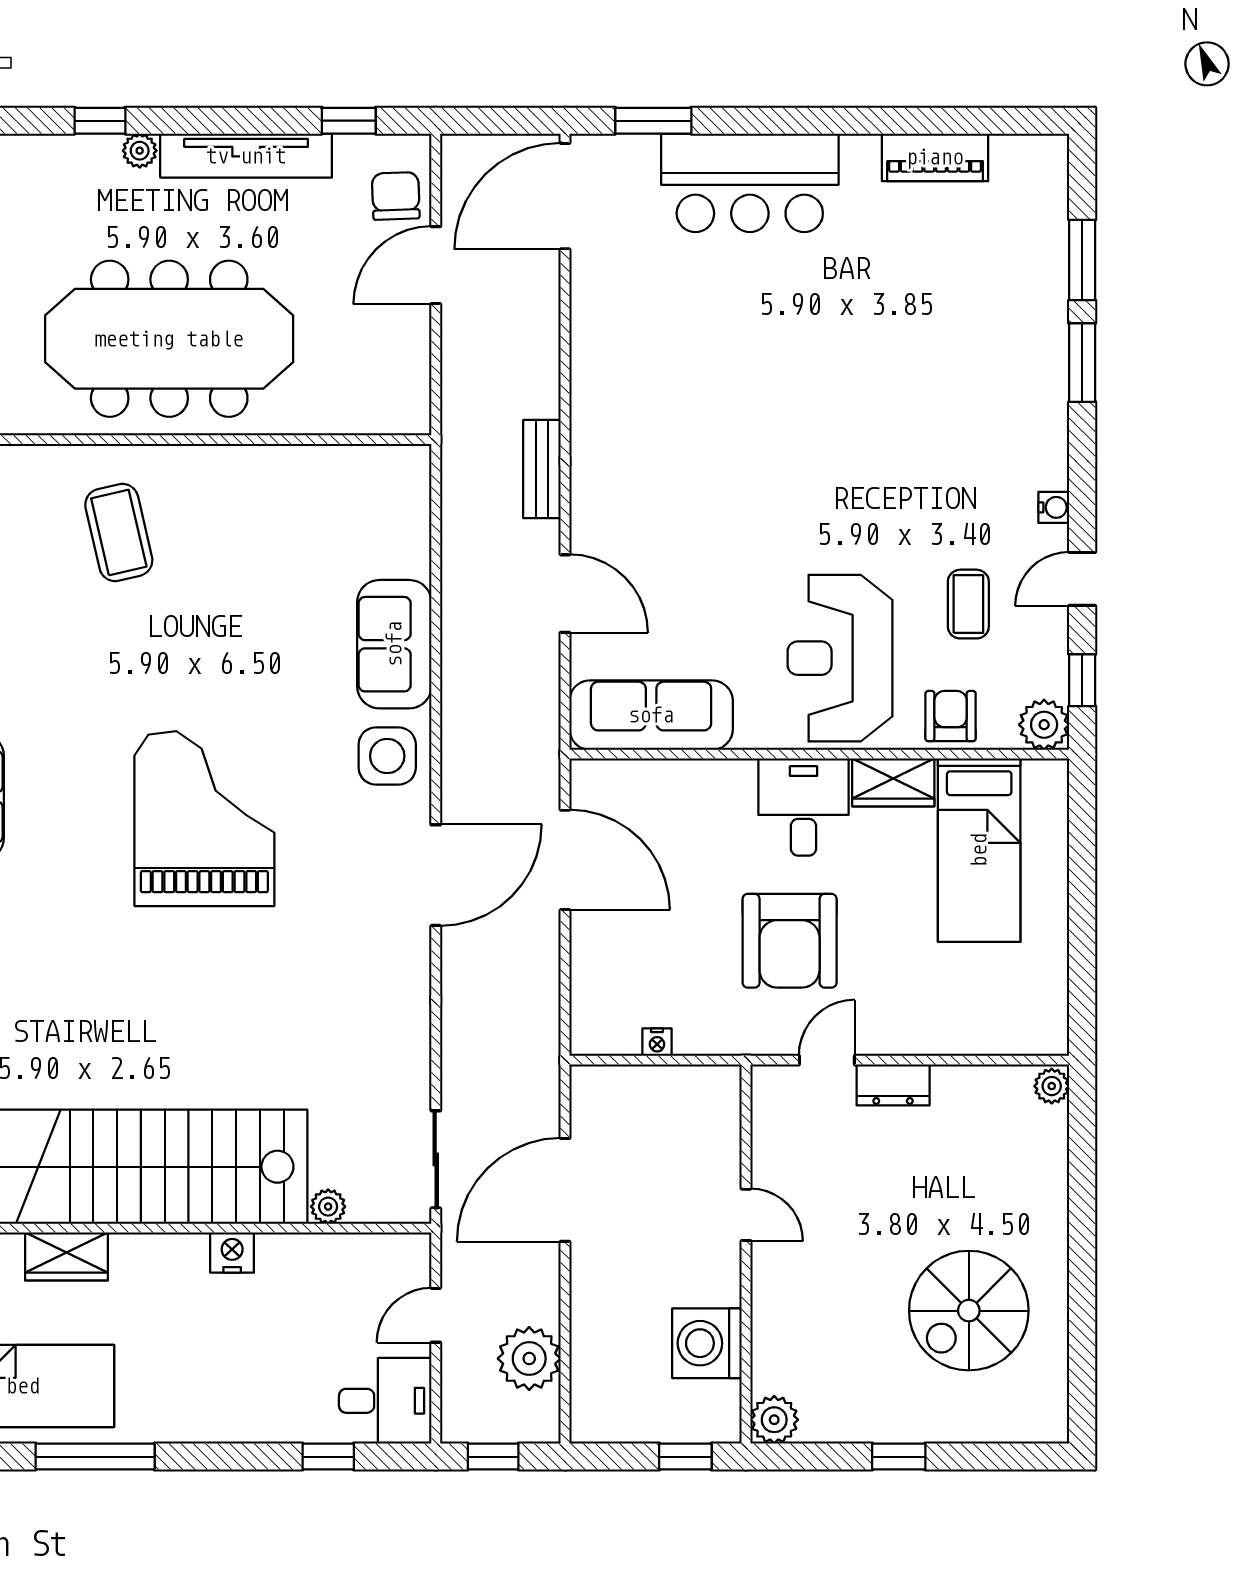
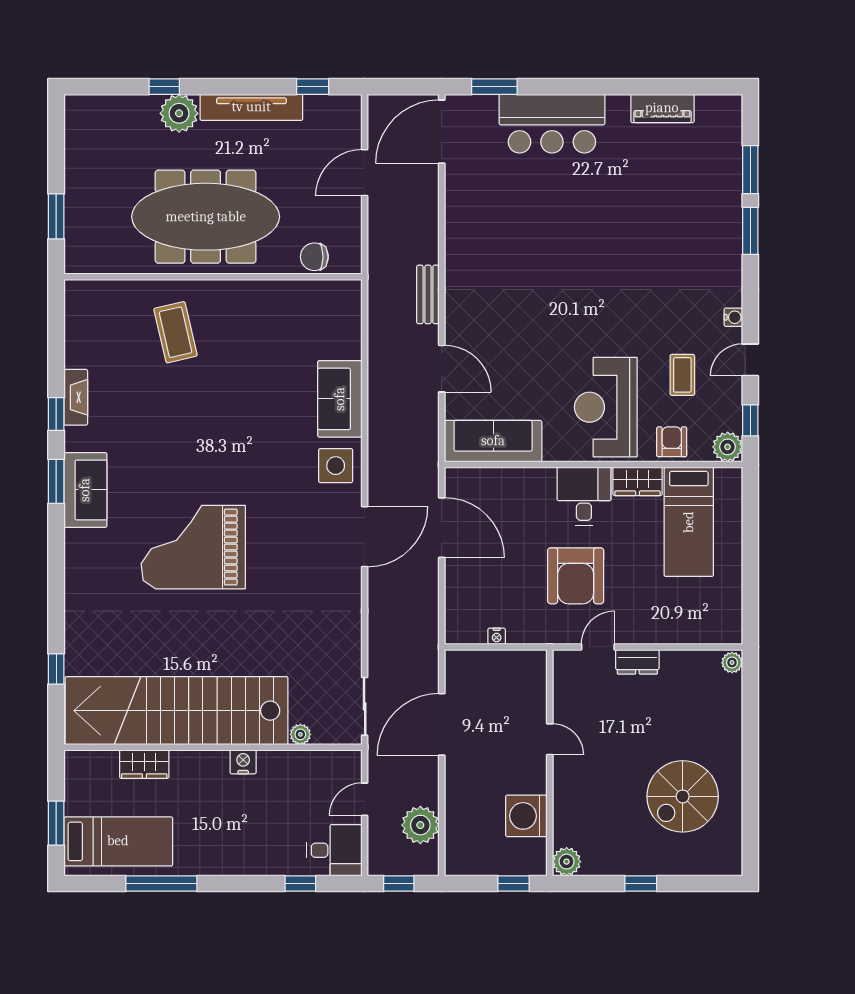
plant: (140, 151) -> (179, 113), width x1.88, depth x1.88
chair: (396, 196) -> (314, 257), moved, turned -88
grand piano: (204, 819) -> (193, 547), moved, turned -90

